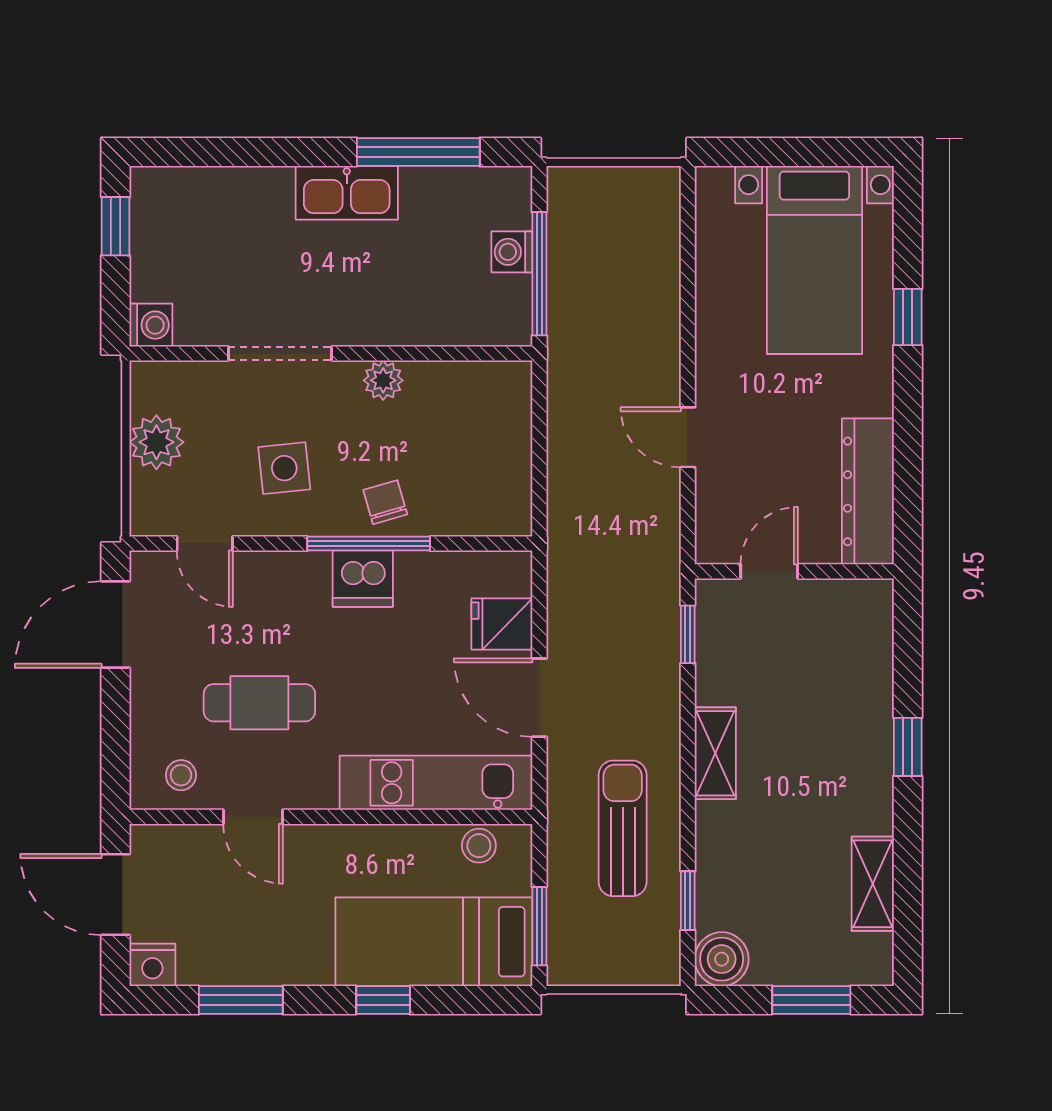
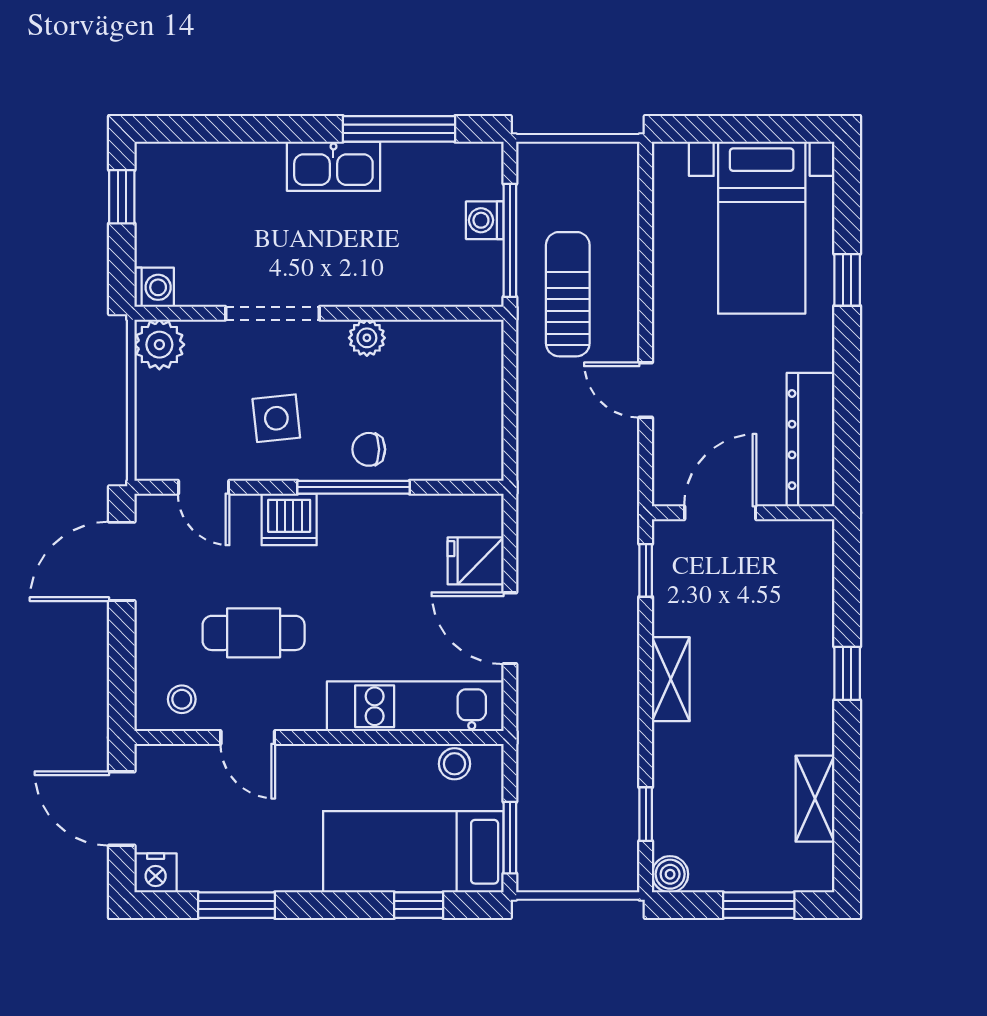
plant: (156, 442) -> (159, 345), moved
chair: (385, 502) -> (369, 449), turned -74
door: (769, 571) -> (720, 513), width x1.38
dishwasher: (363, 579) -> (289, 519), moved
sun lounger: (623, 828) -> (568, 294), moved
boiler: (722, 959) -> (670, 874), width x0.73, depth x0.73
window: (383, 1000) -> (419, 905), moved

